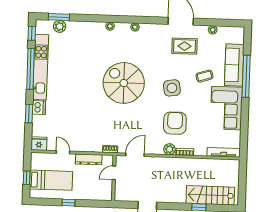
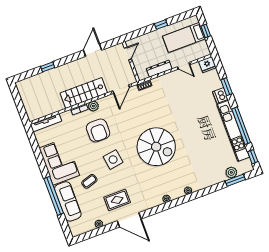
door: (114, 173) -> (128, 54), moved
stairs: (210, 195) -> (84, 93), moved, turned 180

